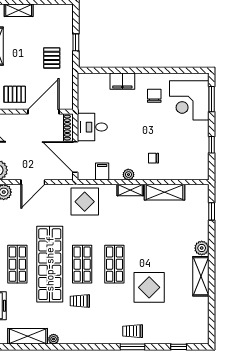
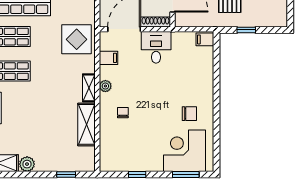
filing cabinet: (122, 81) -> (205, 39), moved, width x0.50

